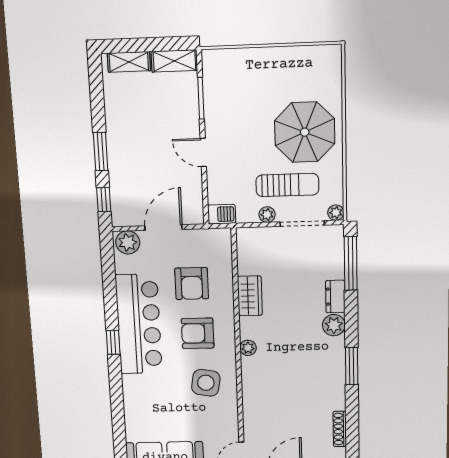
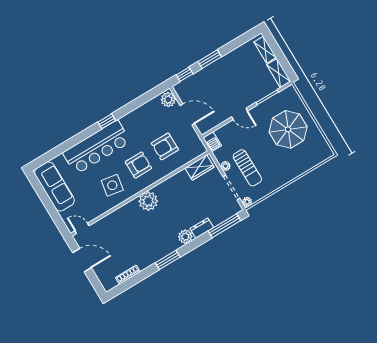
parasol: (305, 132) -> (288, 129), moved
door: (203, 153) -> (240, 114), swing flipped
wardrobe: (250, 296) -> (199, 168), moved
bar counter: (139, 324) -> (97, 147), moved
armchair: (198, 333) -> (138, 165), turned 90
plant: (248, 348) -> (148, 201), width x1.87, depth x1.87

